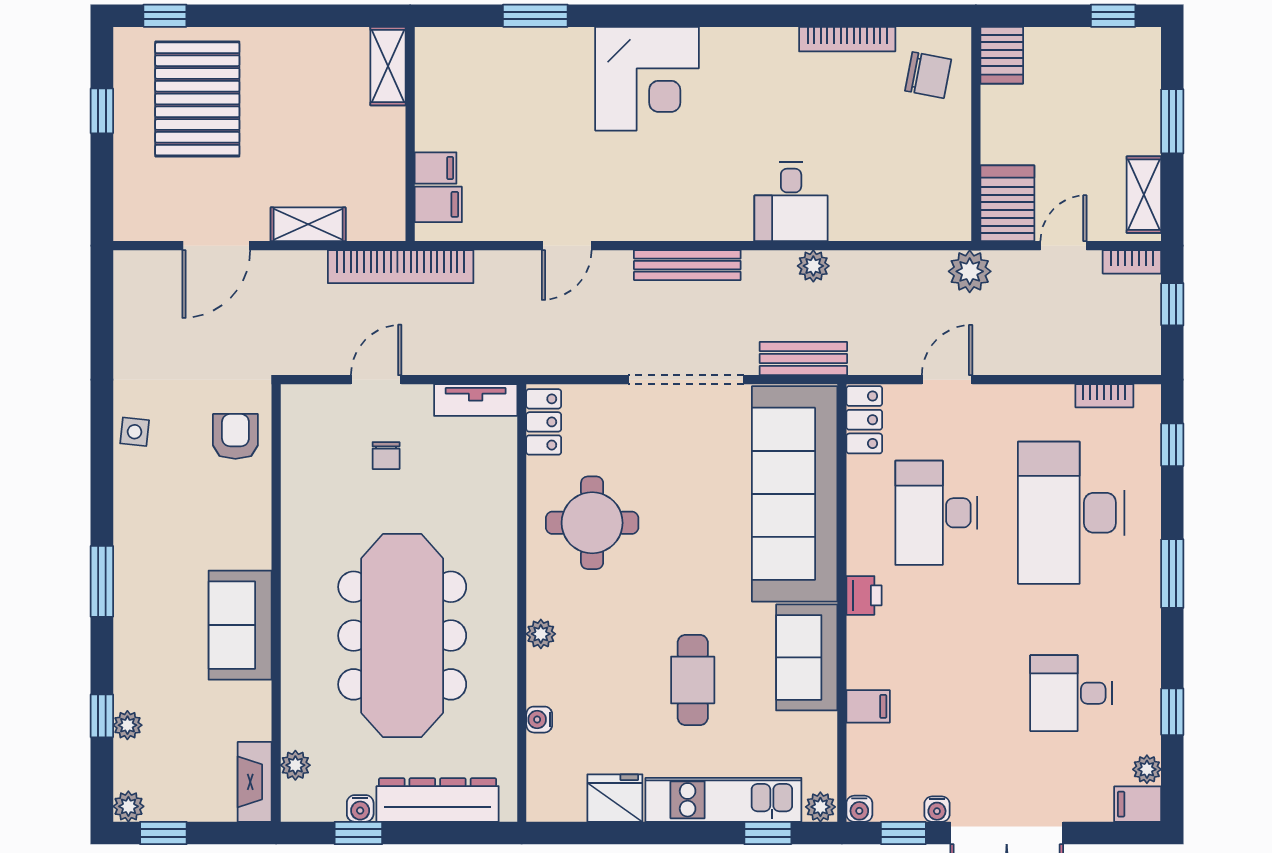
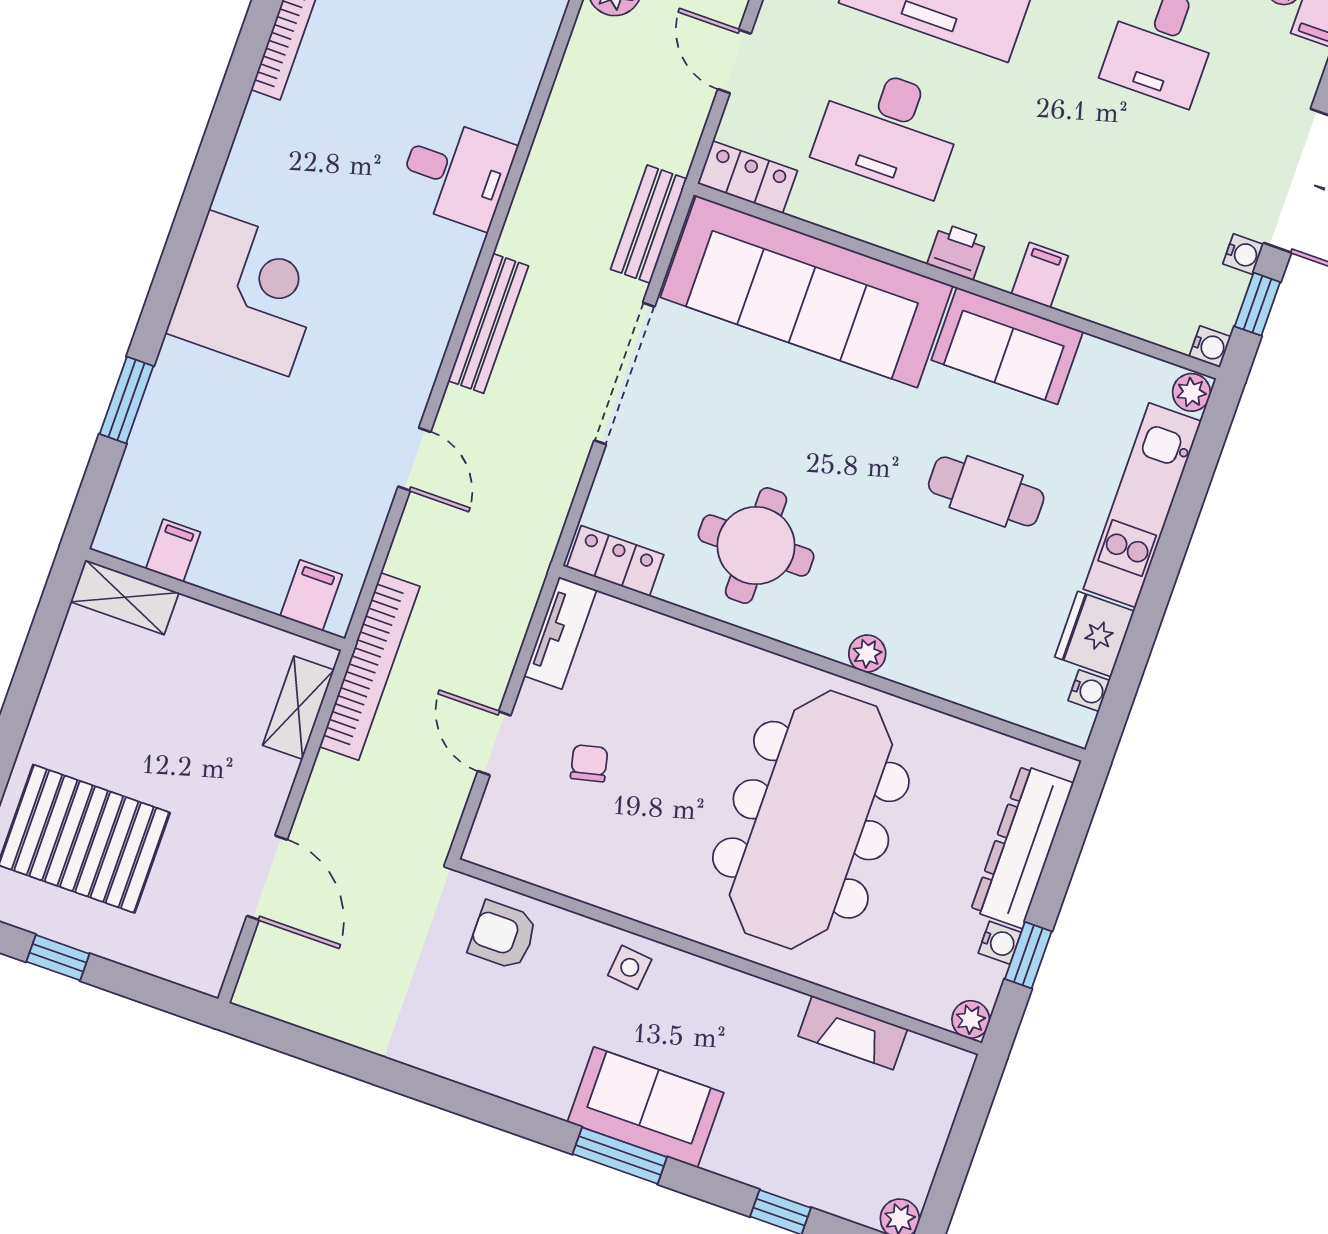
filing cabinet: (435, 168) -> (173, 550), moved
shelving: (308, 224) -> (298, 708), moved
plant: (813, 266) -> (542, 173), removed
side table: (135, 432) -> (630, 967), moved
chair: (386, 456) -> (589, 763), turned -103
sofa: (240, 625) -> (646, 1107), moved, turned 180
meeting table: (402, 636) -> (811, 820), turned 90
filing cabinet: (868, 706) -> (1040, 275), moved
water cooler: (539, 720) -> (1089, 691), moved, turned -90
plant: (127, 725) -> (802, 1186), removed
plant: (295, 765) -> (971, 1019), moved
fireplace: (255, 782) -> (853, 1033), moved
window: (163, 833) -> (946, 1188), removed
window: (768, 833) -> (1200, 466), removed

